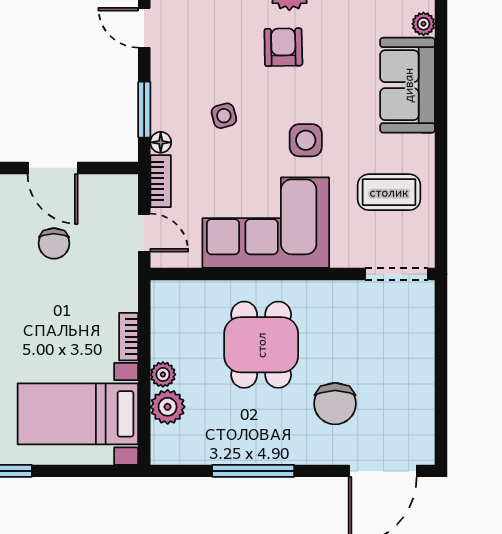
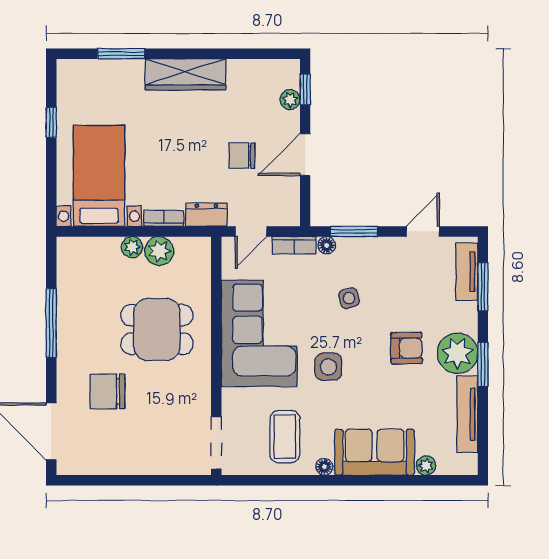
floor lamp: (425, 145) -> (324, 467), added
dresser: (124, 286) -> (206, 215), added
plant: (168, 407) -> (159, 251), moved

